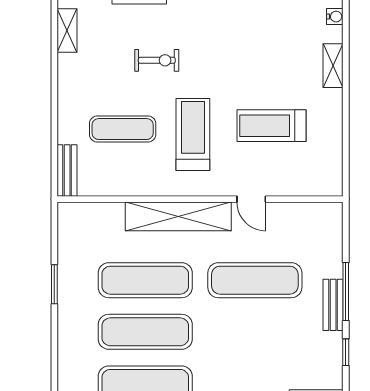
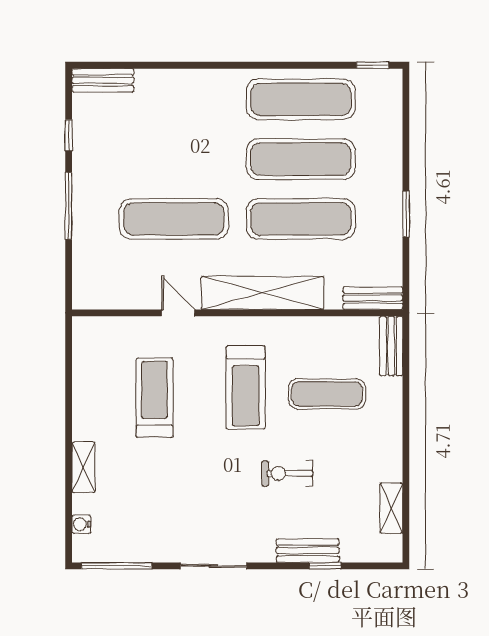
treadmill: (272, 126) -> (154, 398), turned -90
bench: (333, 305) -> (373, 298), moved, turned 90

